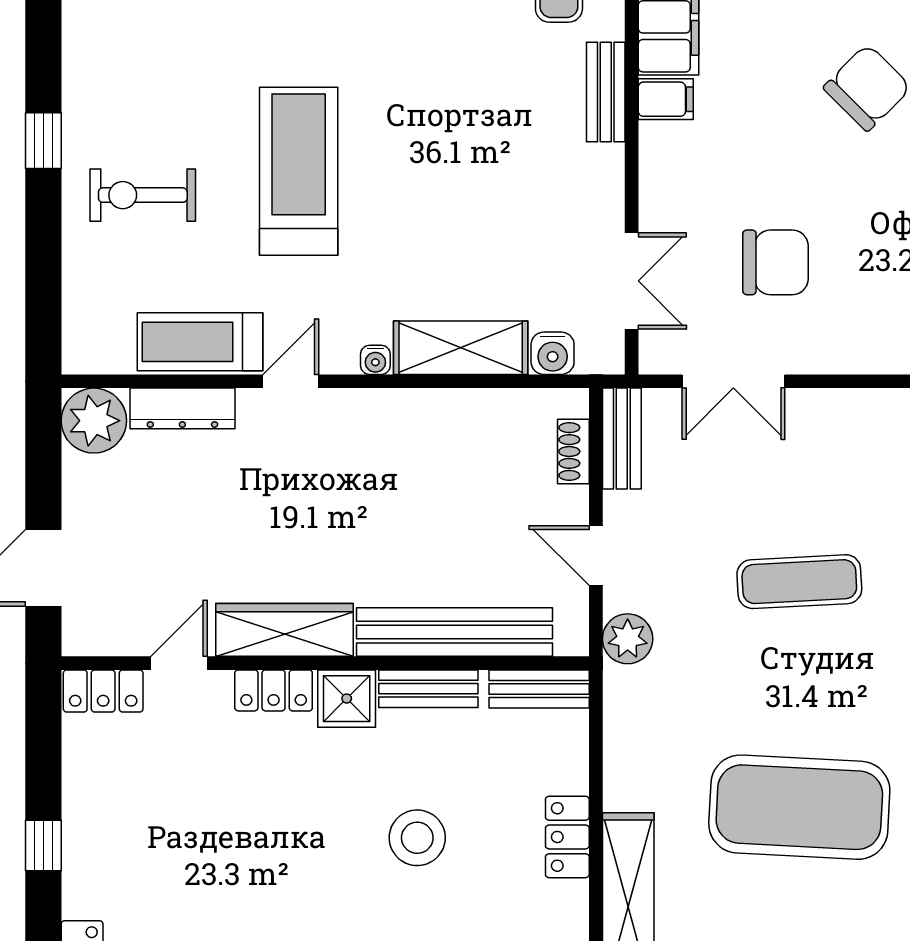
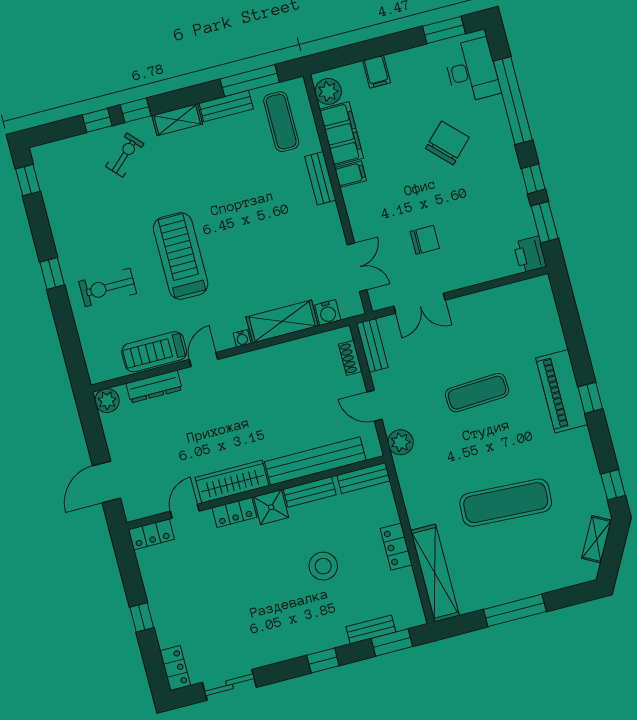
chair: (775, 262) -> (425, 240), width x0.73, depth x0.73
plant: (94, 421) -> (107, 401), width x0.73, depth x0.73
exercise mat: (799, 807) -> (506, 503), width x0.68

